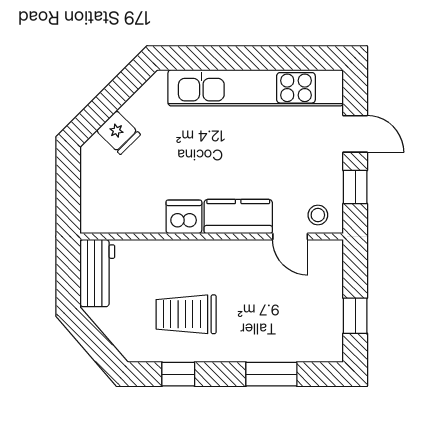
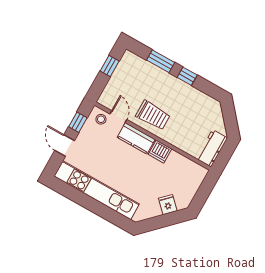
trolley: (186, 314) -> (153, 115), moved
window: (178, 374) -> (187, 76), moved

